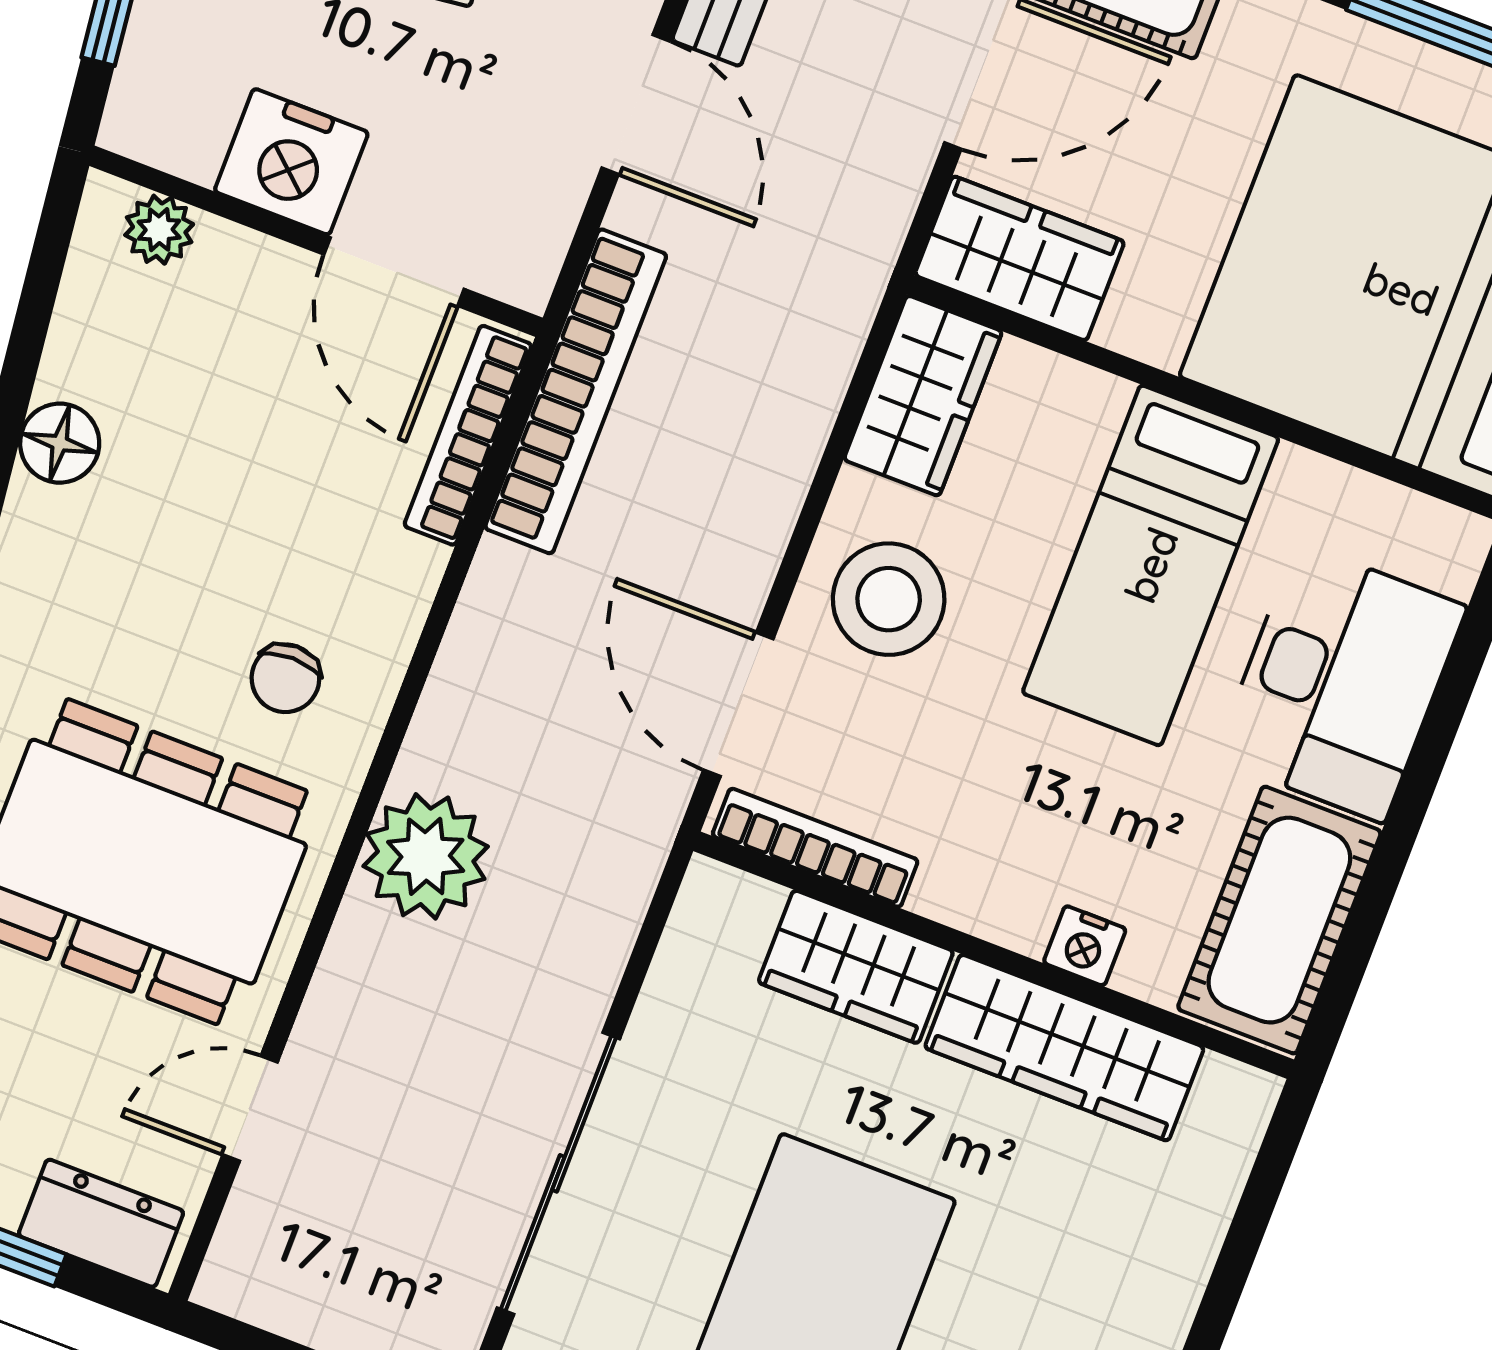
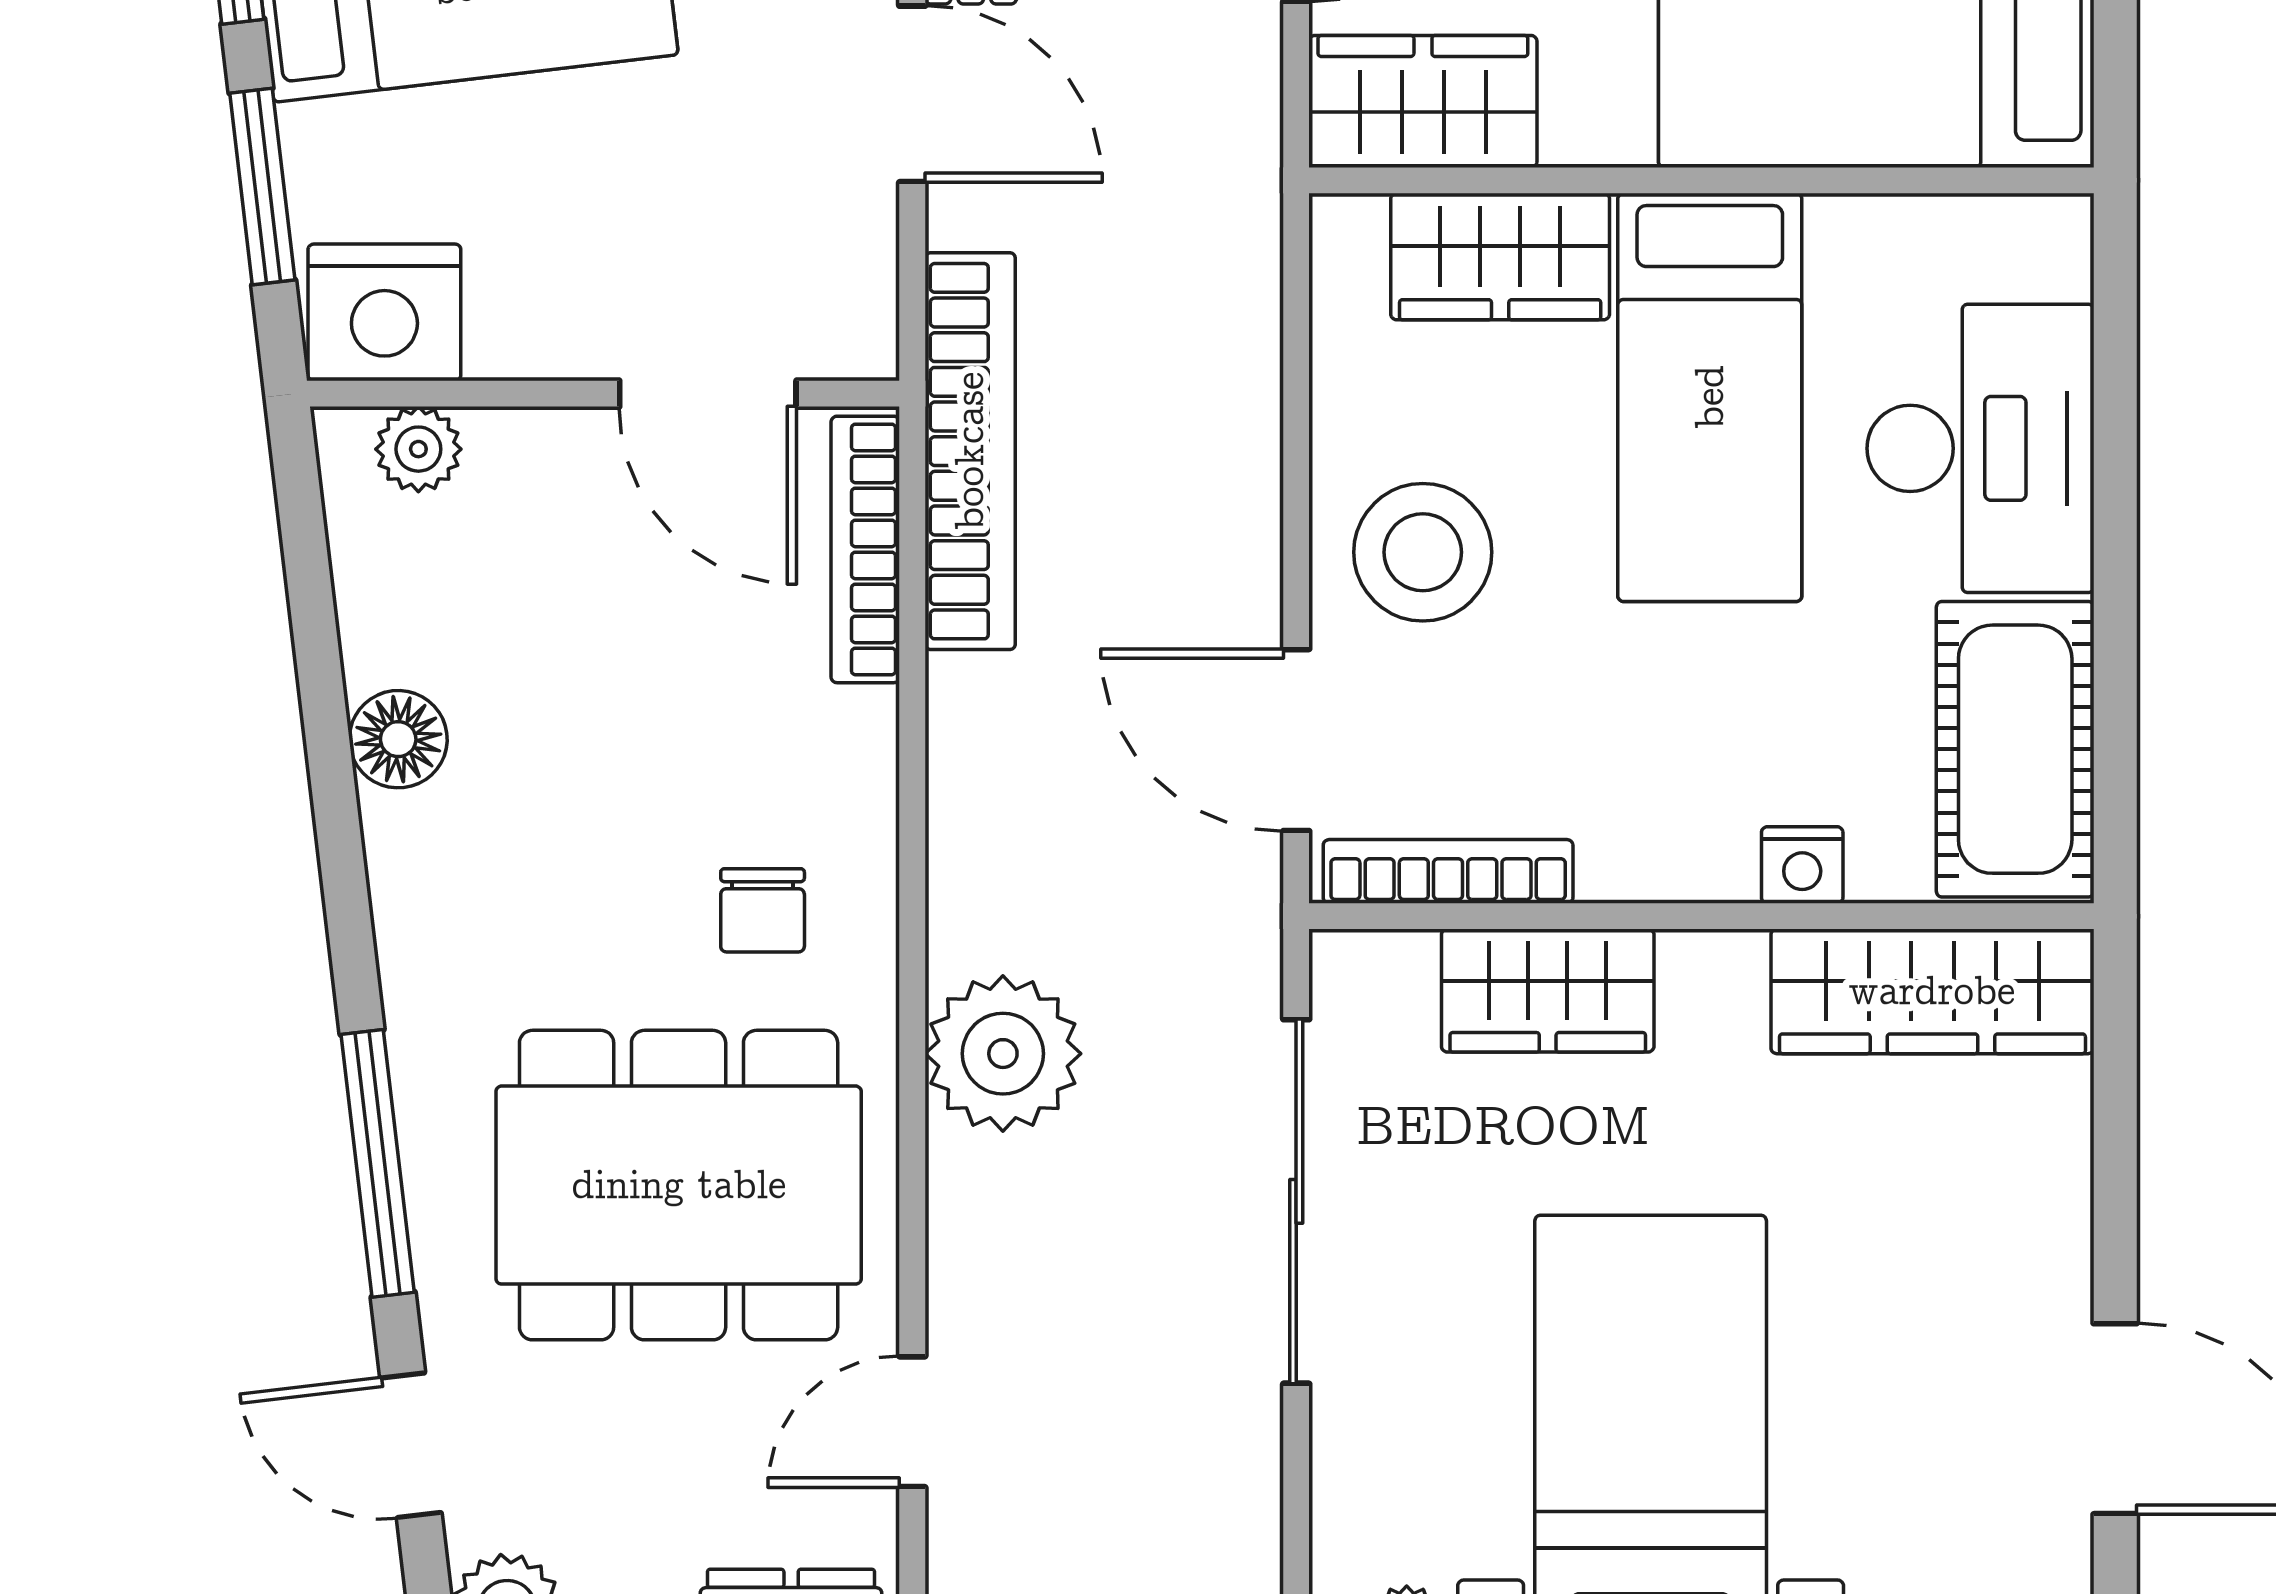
nightstand: (291, 162) -> (384, 312), moved
wardrobe: (923, 396) -> (1500, 257), moved, turned 90
wardrobe: (1064, 1048) -> (1932, 991), moved
sliding door: (558, 1173) -> (1296, 1201), moved

